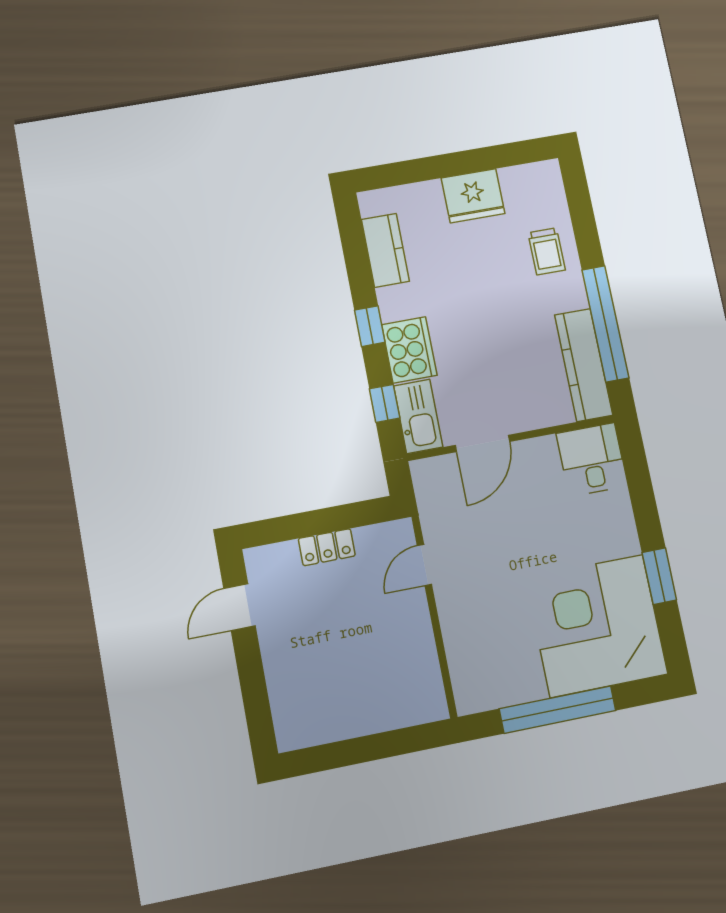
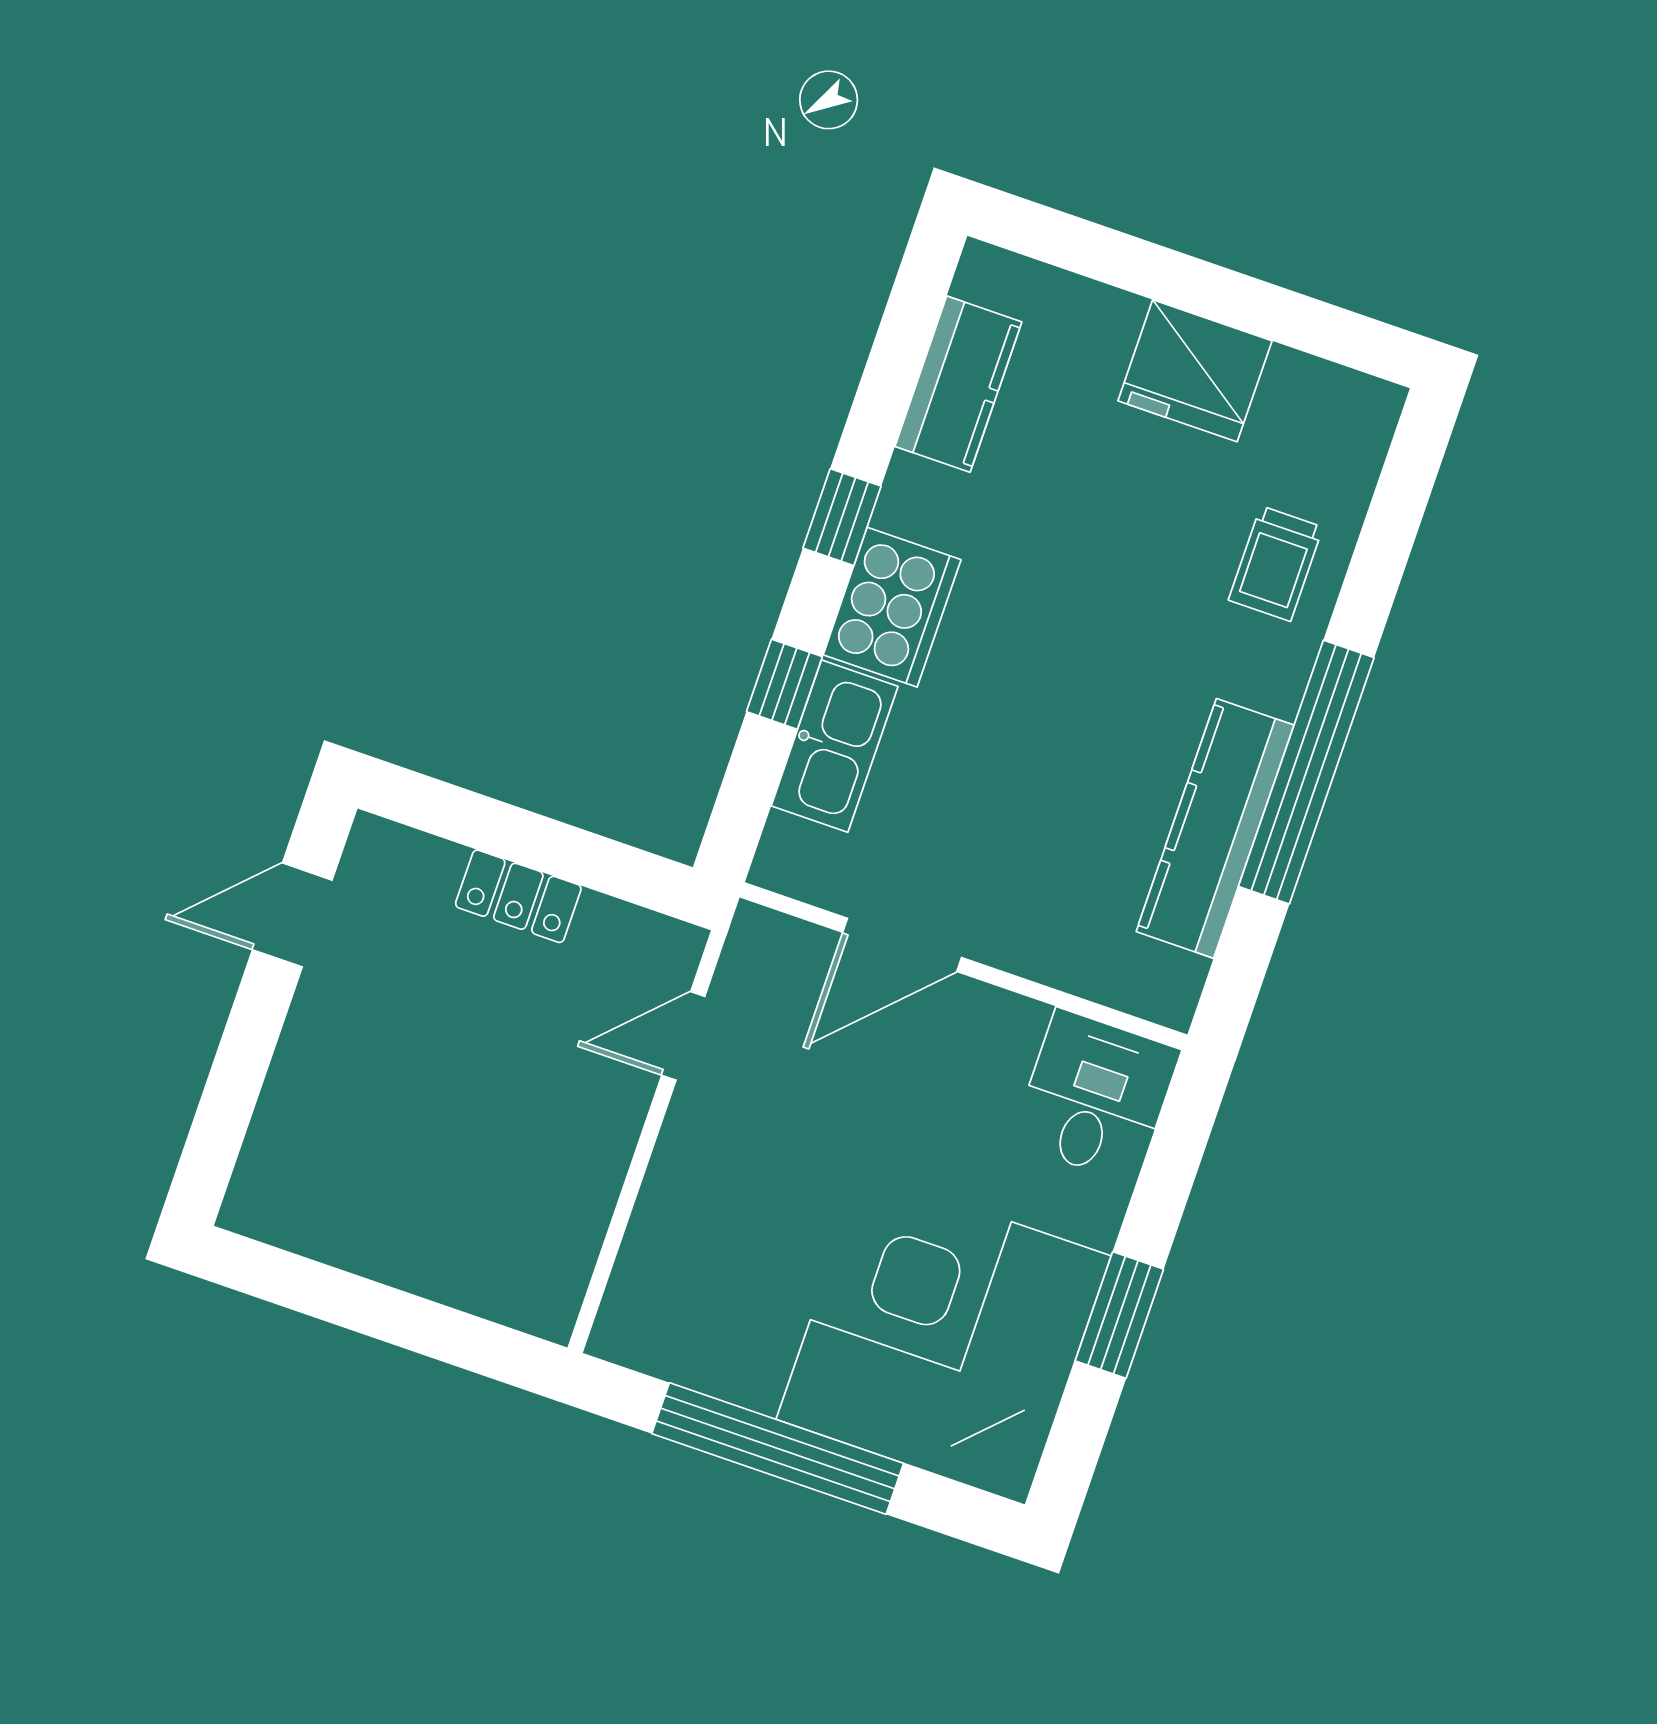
wall: (511, 438) -> (963, 966), moved
door: (482, 443) -> (902, 945), moved
desk: (592, 459) -> (1096, 1096), moved

